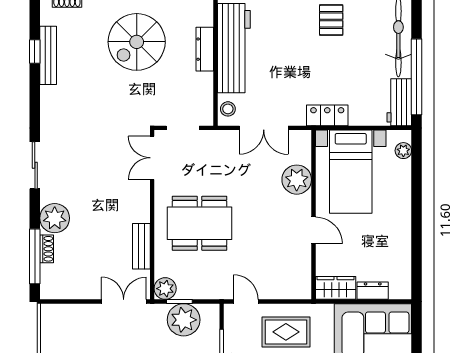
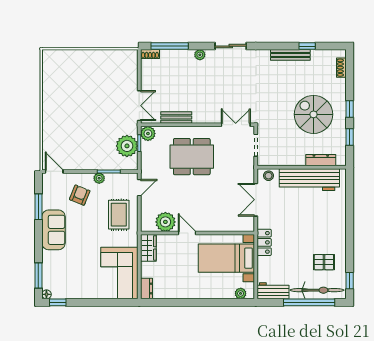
pallet: (331, 20) -> (324, 262), moved
dresser: (205, 49) -> (321, 160), moved
bench: (48, 55) -> (290, 55), moved
window: (417, 77) -> (309, 302), moved
plant: (297, 180) -> (165, 222), moved
plant: (55, 218) -> (200, 55), width x0.53, depth x0.53
dining table: (200, 223) -> (192, 157), turned 90
door: (313, 230) -> (187, 233), swing flipped
shoe rack: (47, 249) -> (150, 54), moved
dresser: (373, 291) -> (146, 288), moved

